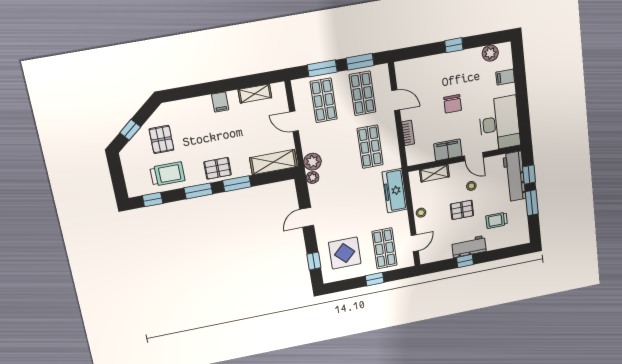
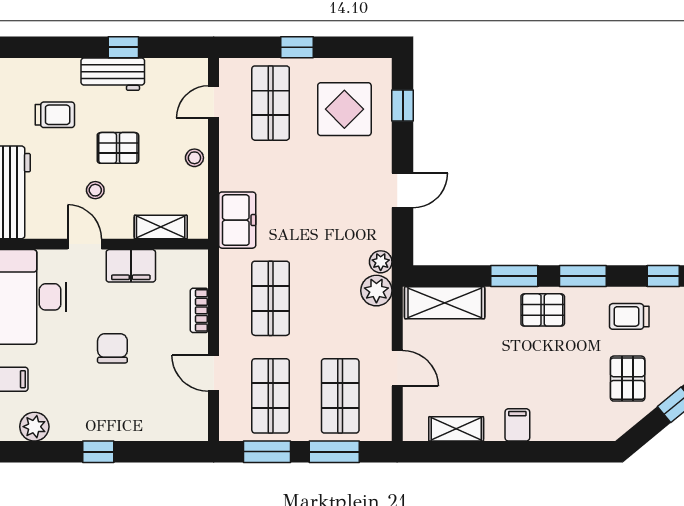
trolley: (168, 174) -> (629, 316), width x0.73, depth x0.72
freezer: (395, 191) -> (237, 220), width x0.71

